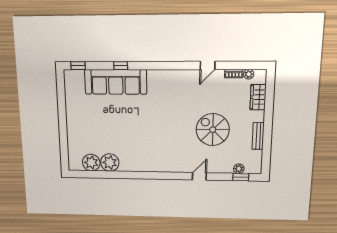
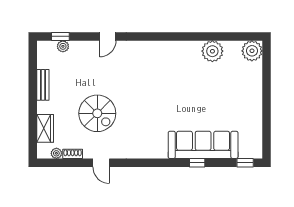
door: (208, 65) -> (101, 163), swing flipped
spiral stairs: (213, 130) -> (97, 113), moved
plant: (91, 163) -> (252, 51), moved

